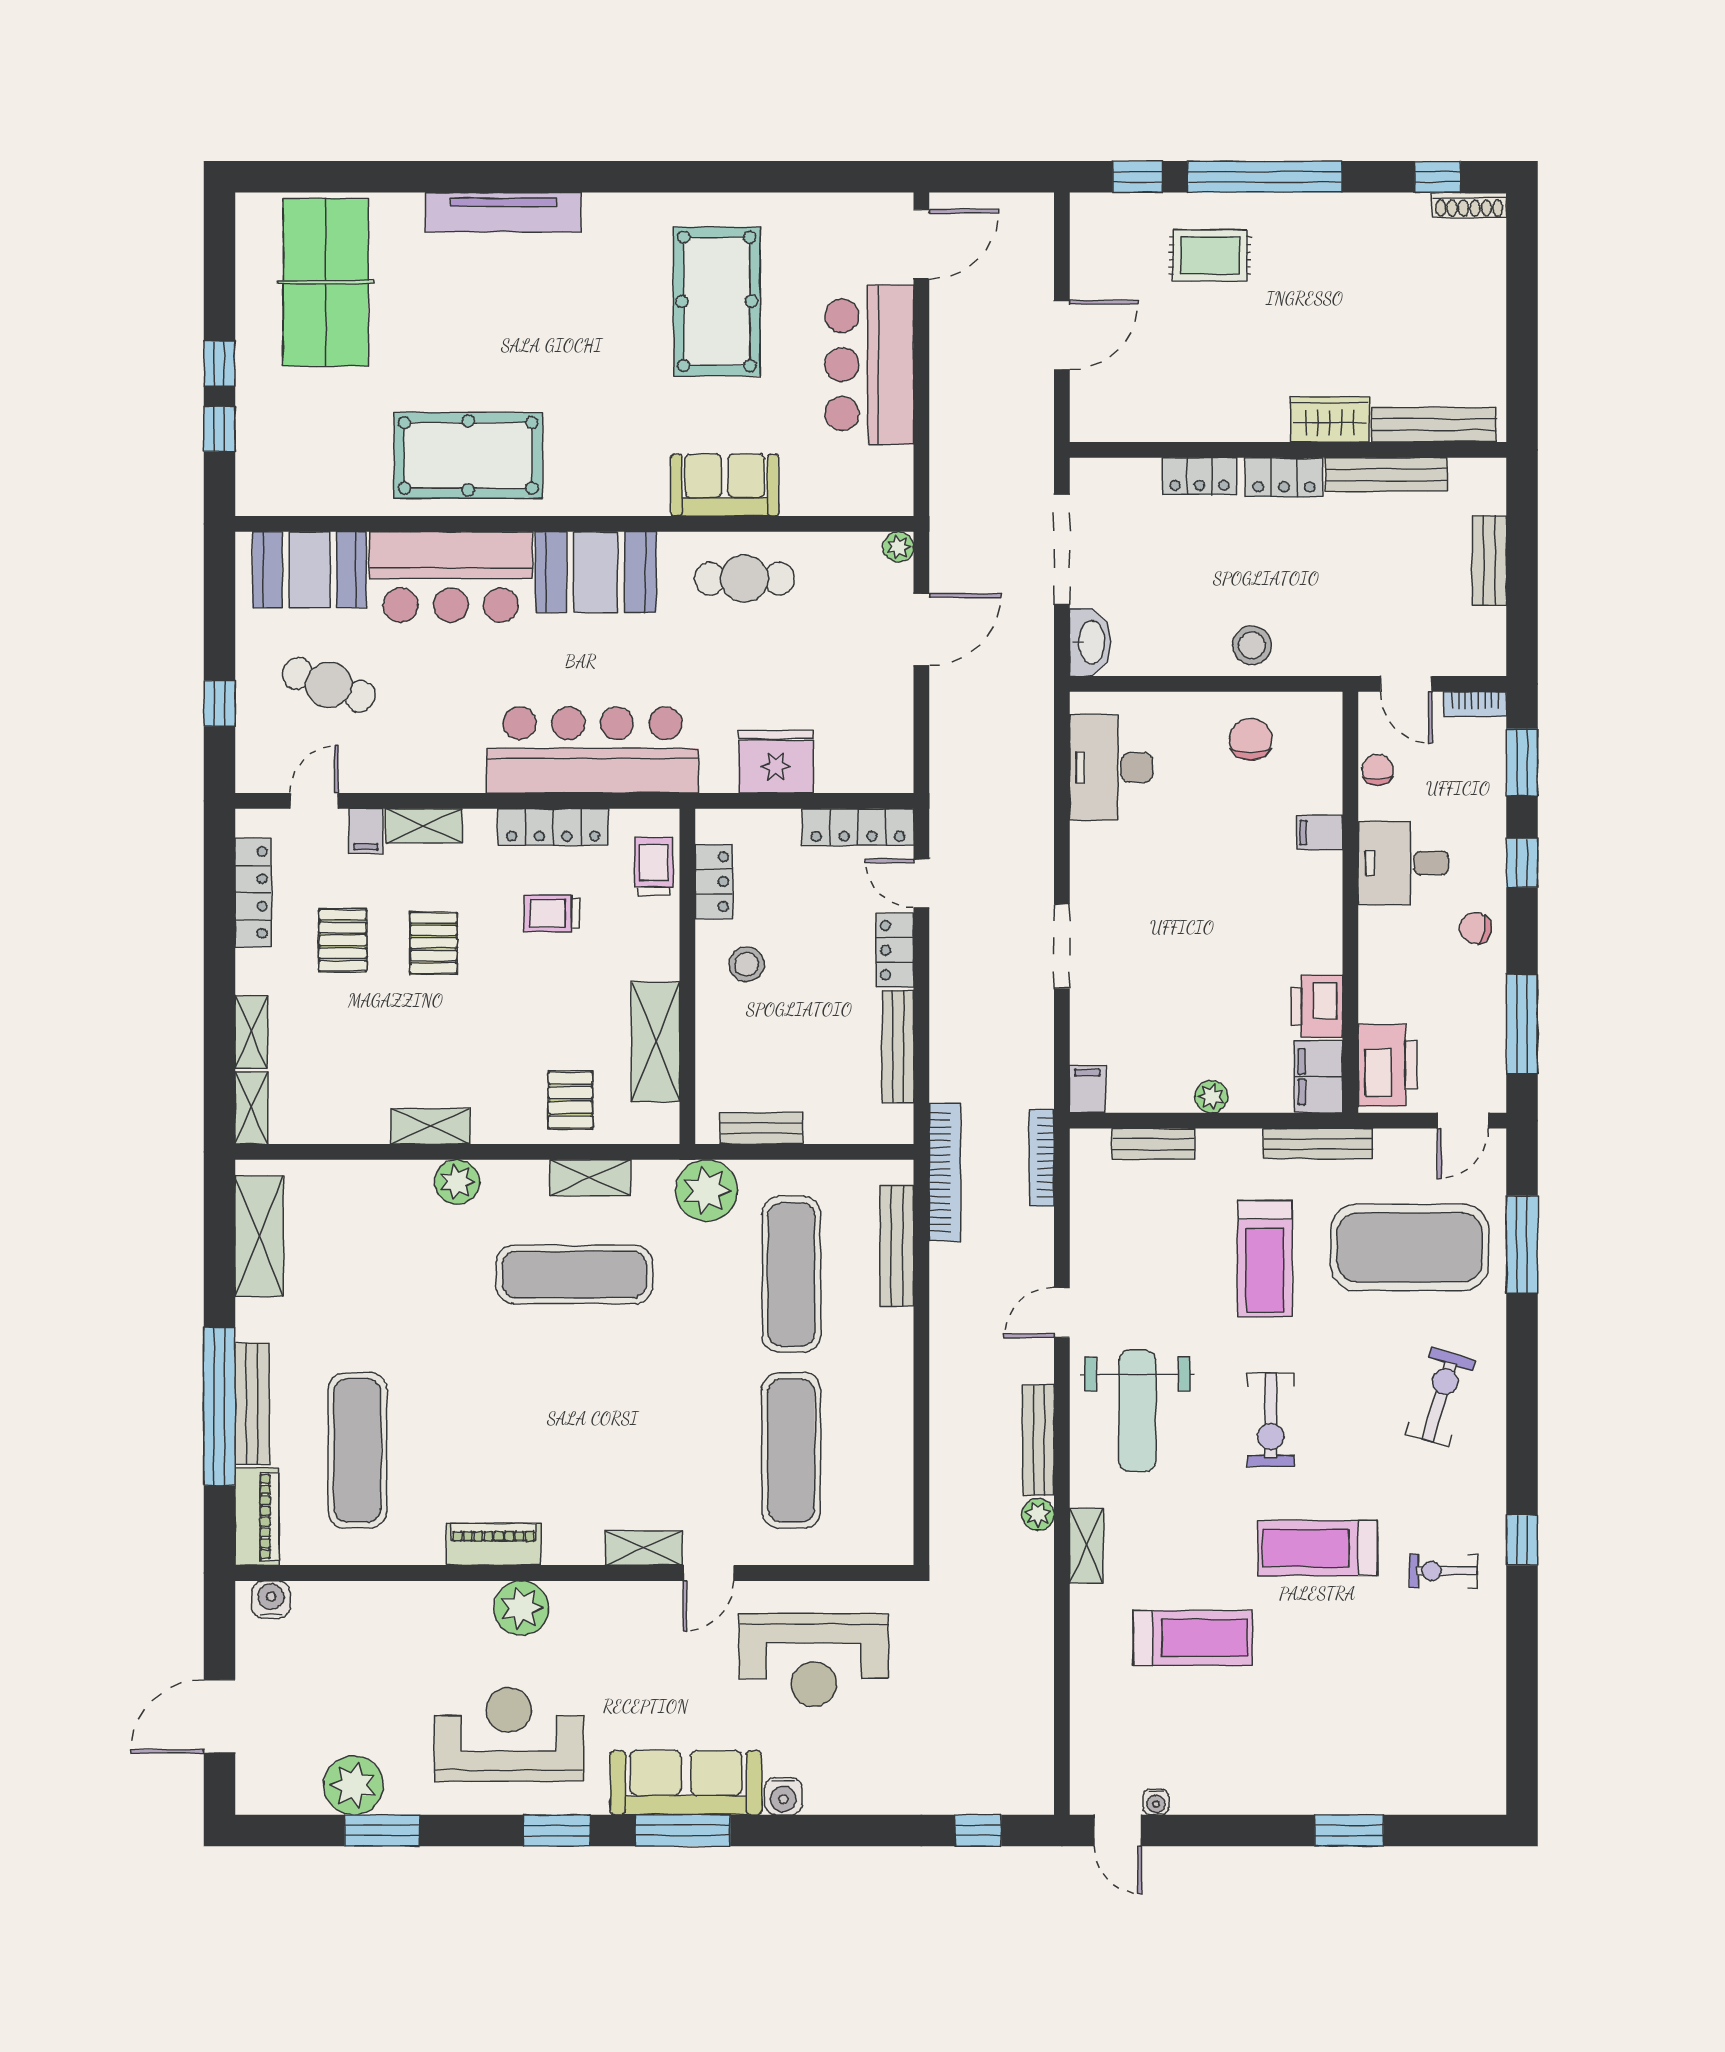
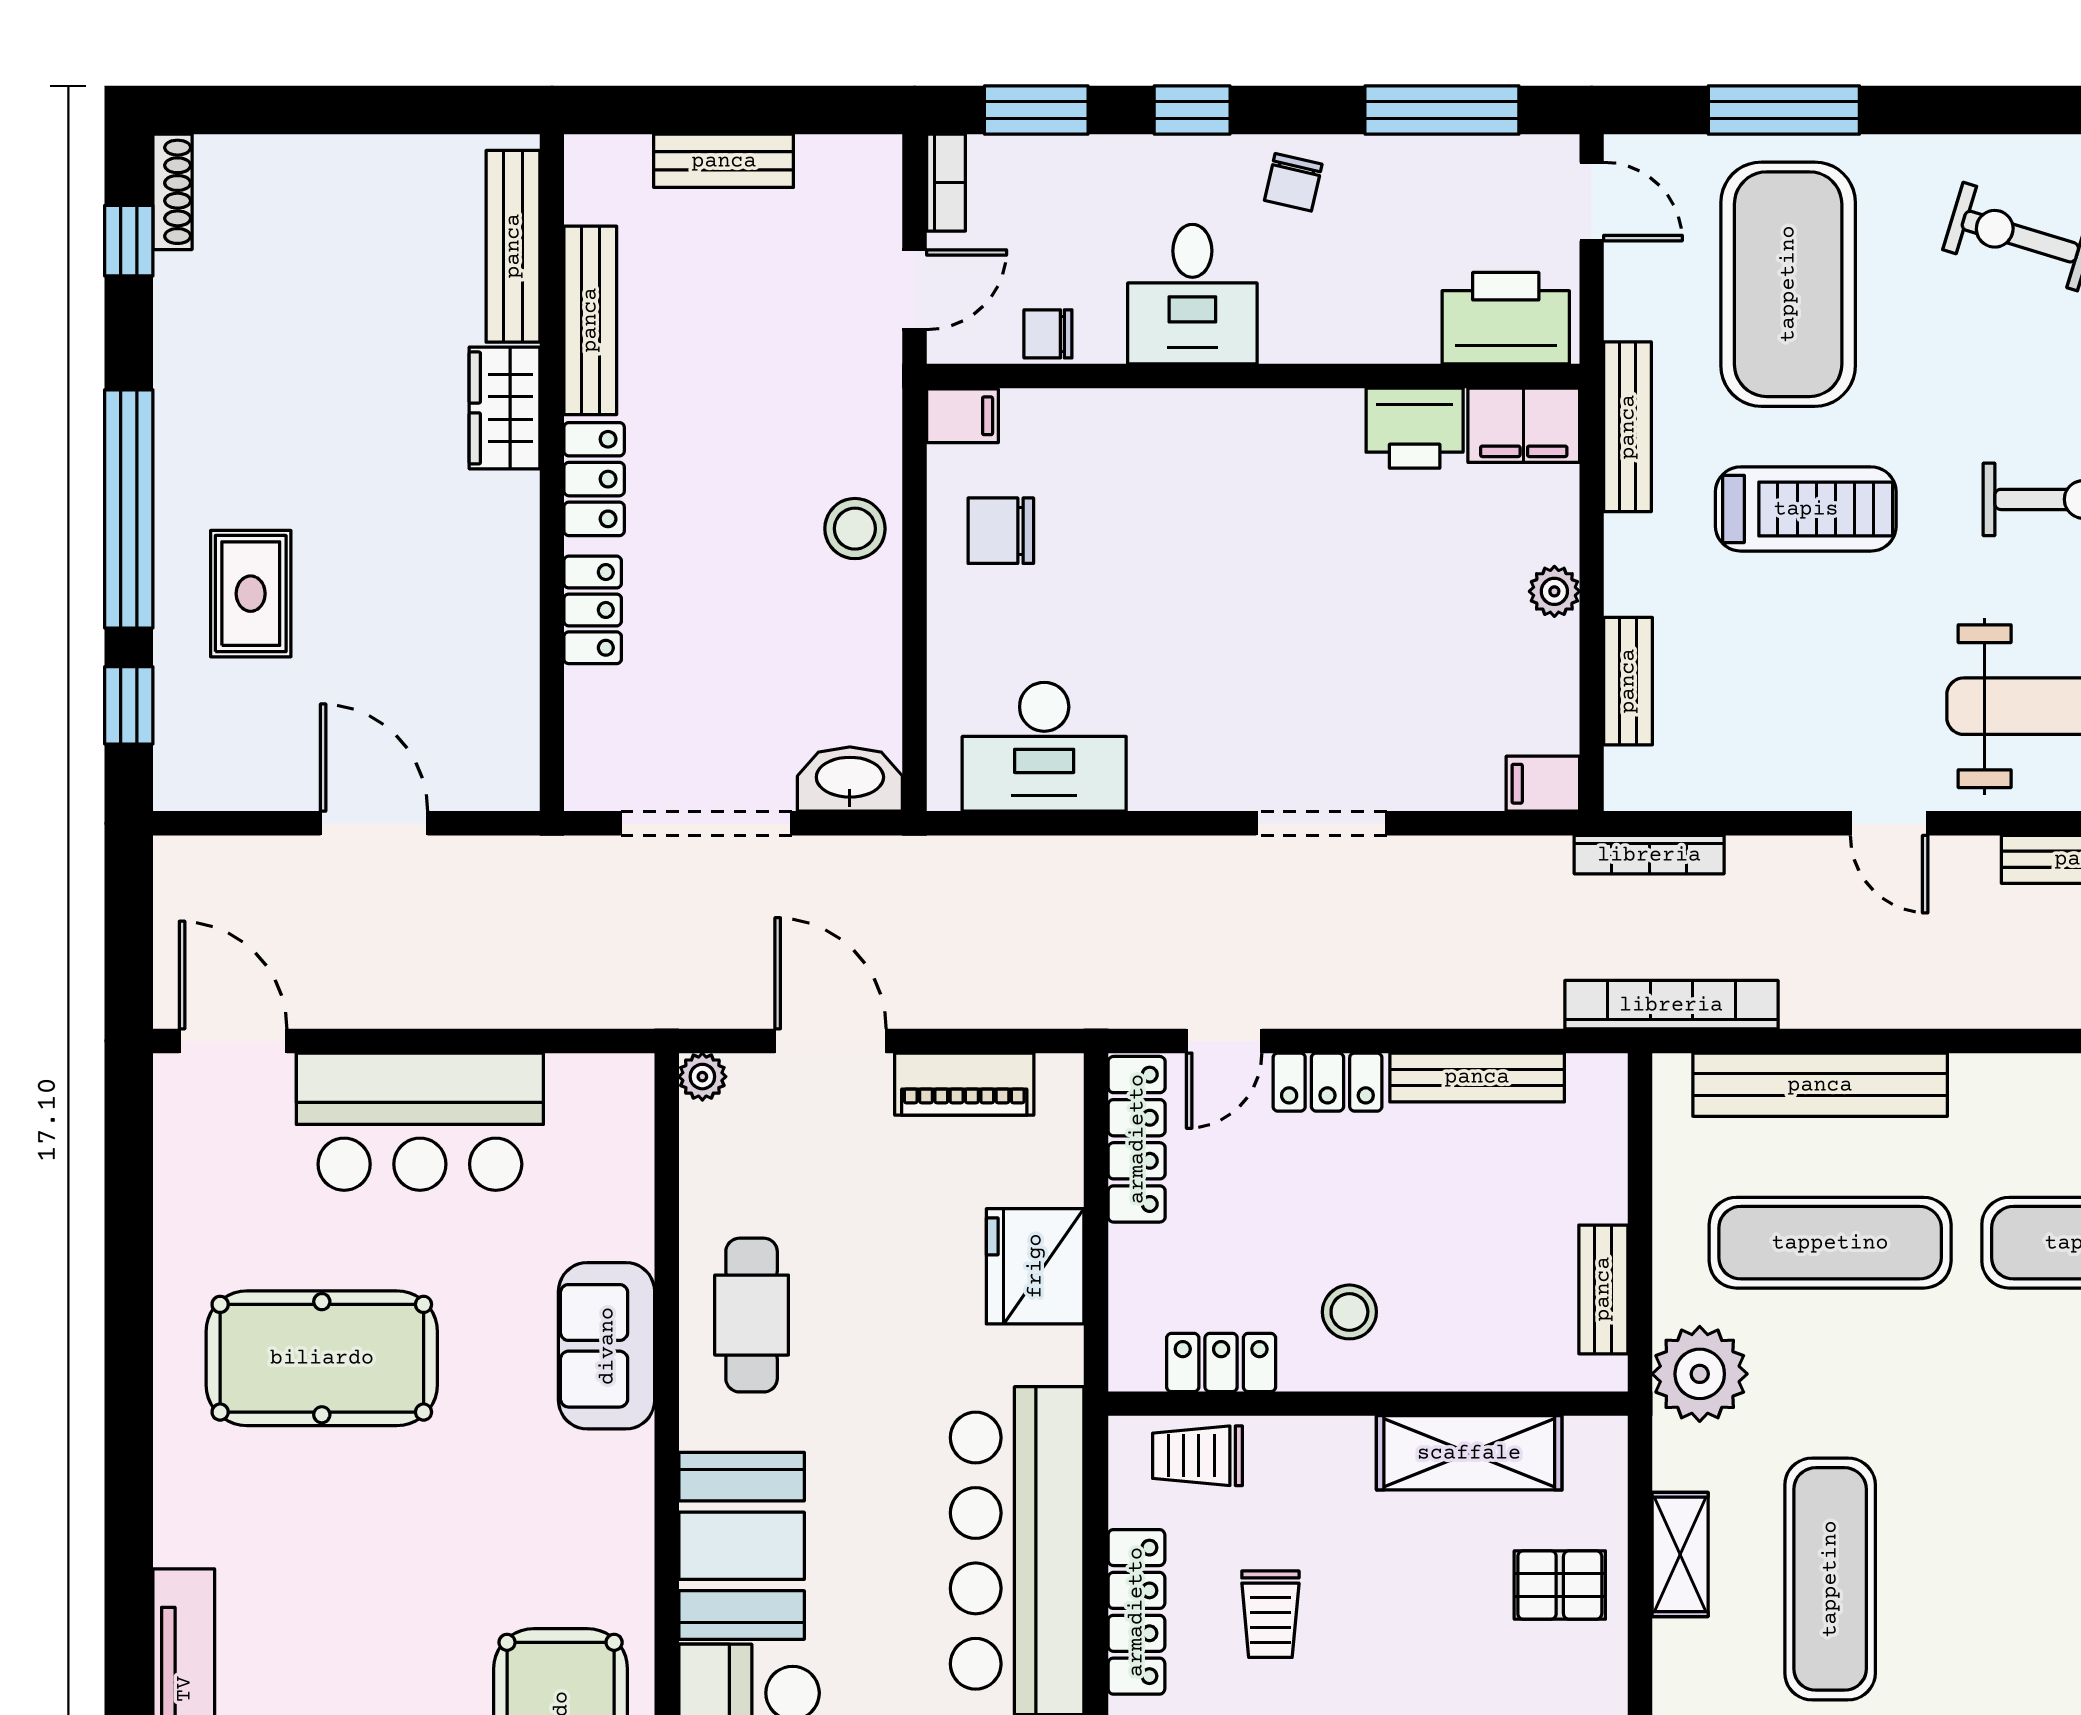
piano: (894, 716) -> (964, 1084), added
filing cabinet: (1320, 833) -> (962, 416), moved, turned -90
bench: (897, 1246) -> (1820, 1085), width x1.37, depth x1.21

